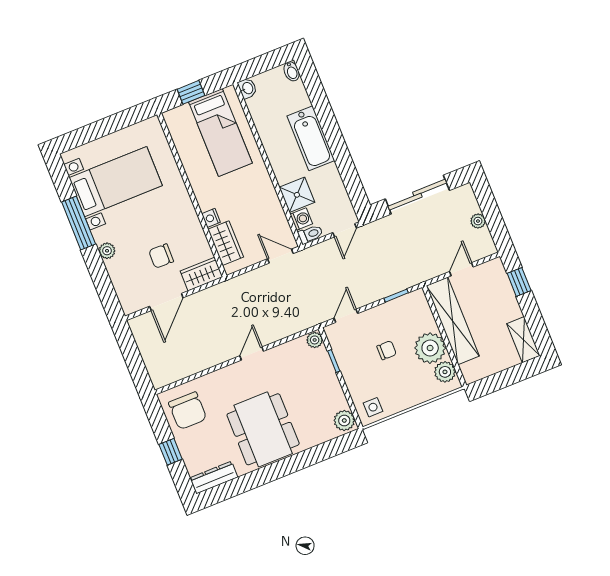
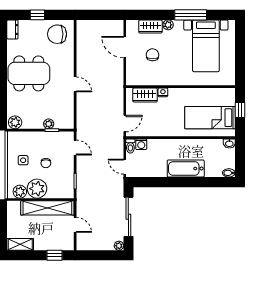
shower: (297, 195) -> (156, 147), removed
plant: (478, 221) -> (119, 246), moved
wardrobe: (201, 274) -> (150, 26), moved, turned 90
plant: (315, 340) -> (49, 124), moved
side table: (373, 407) -> (23, 160), moved
dresser: (214, 478) -> (12, 29), width x0.70

